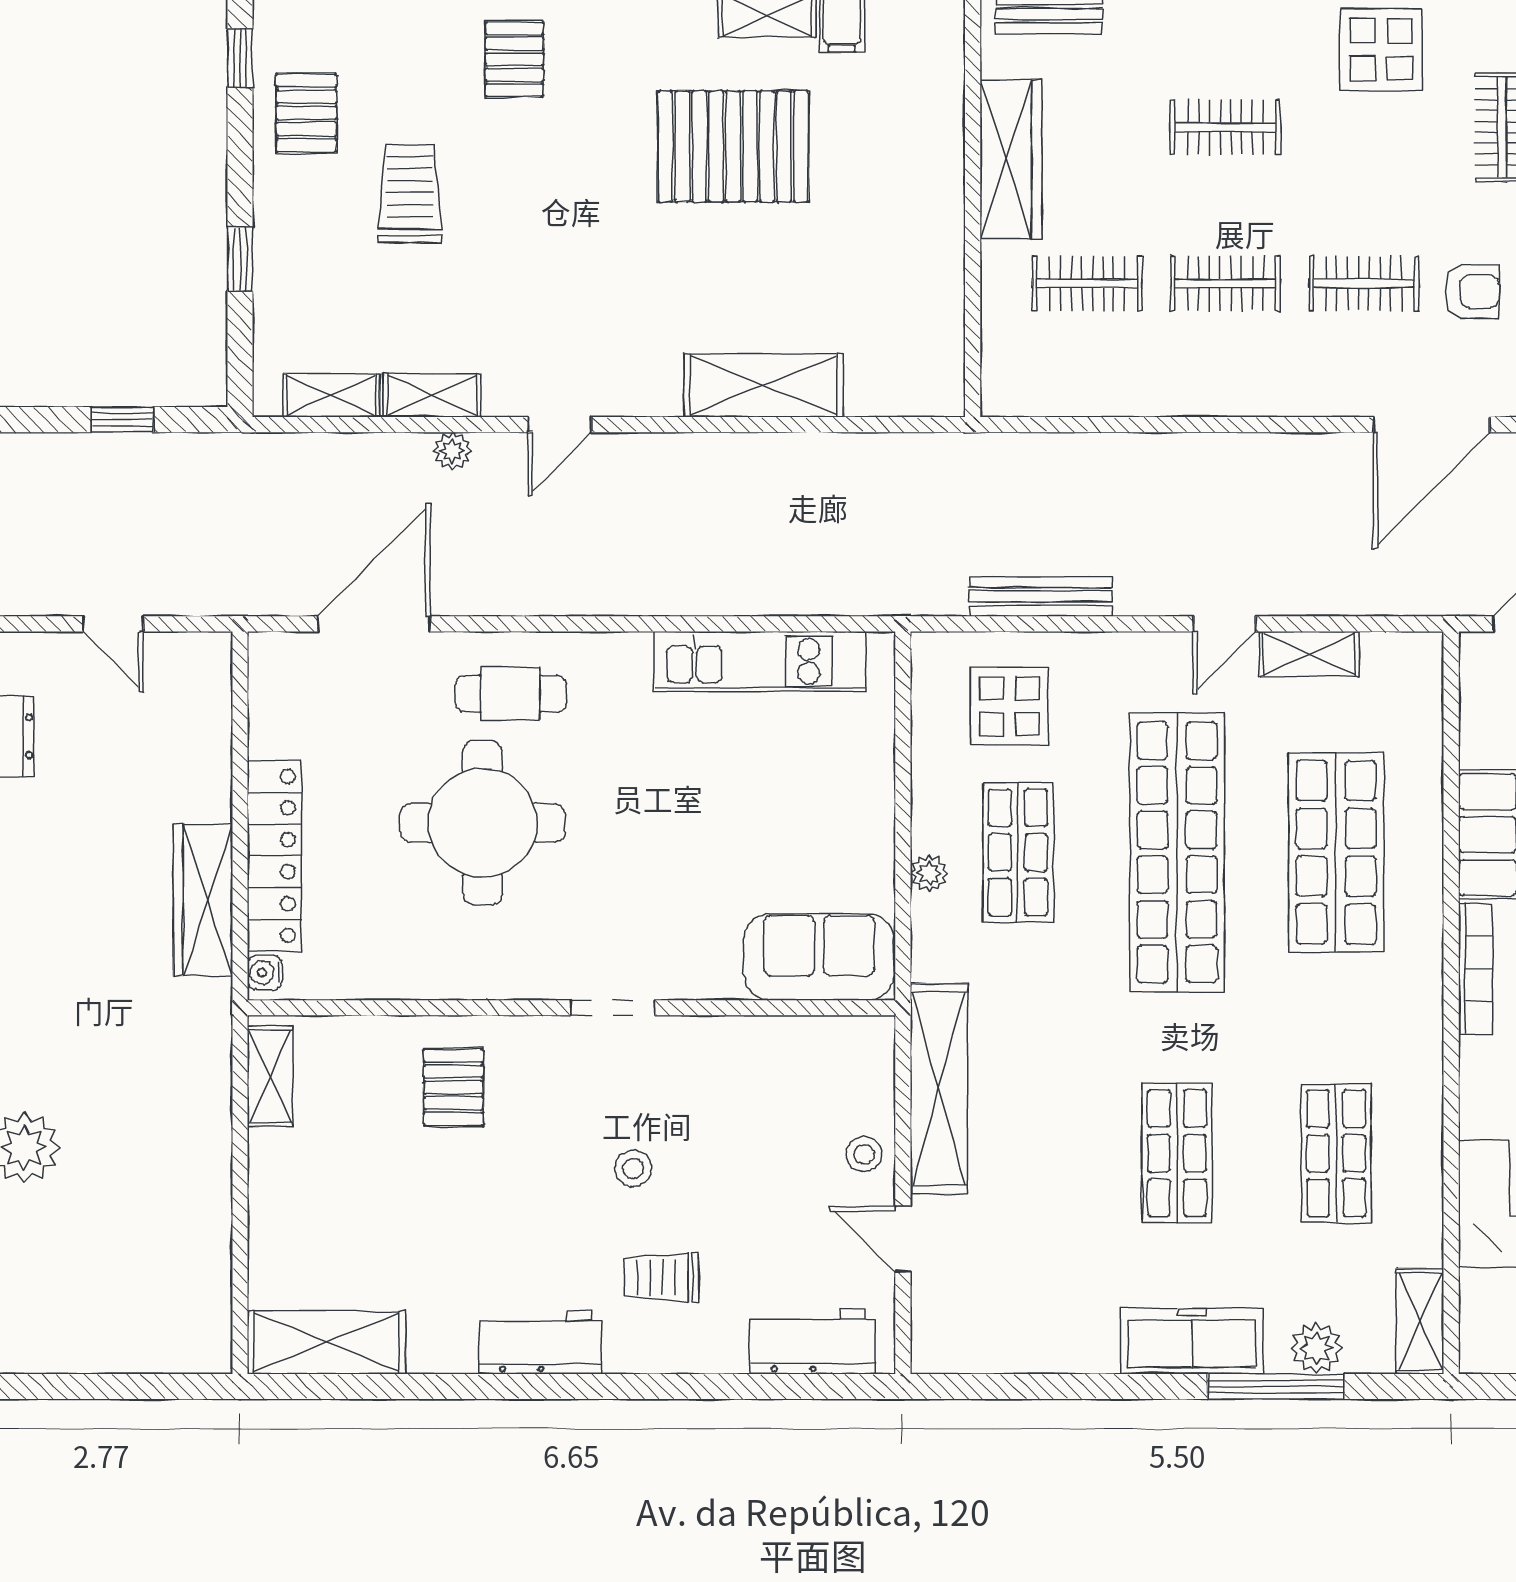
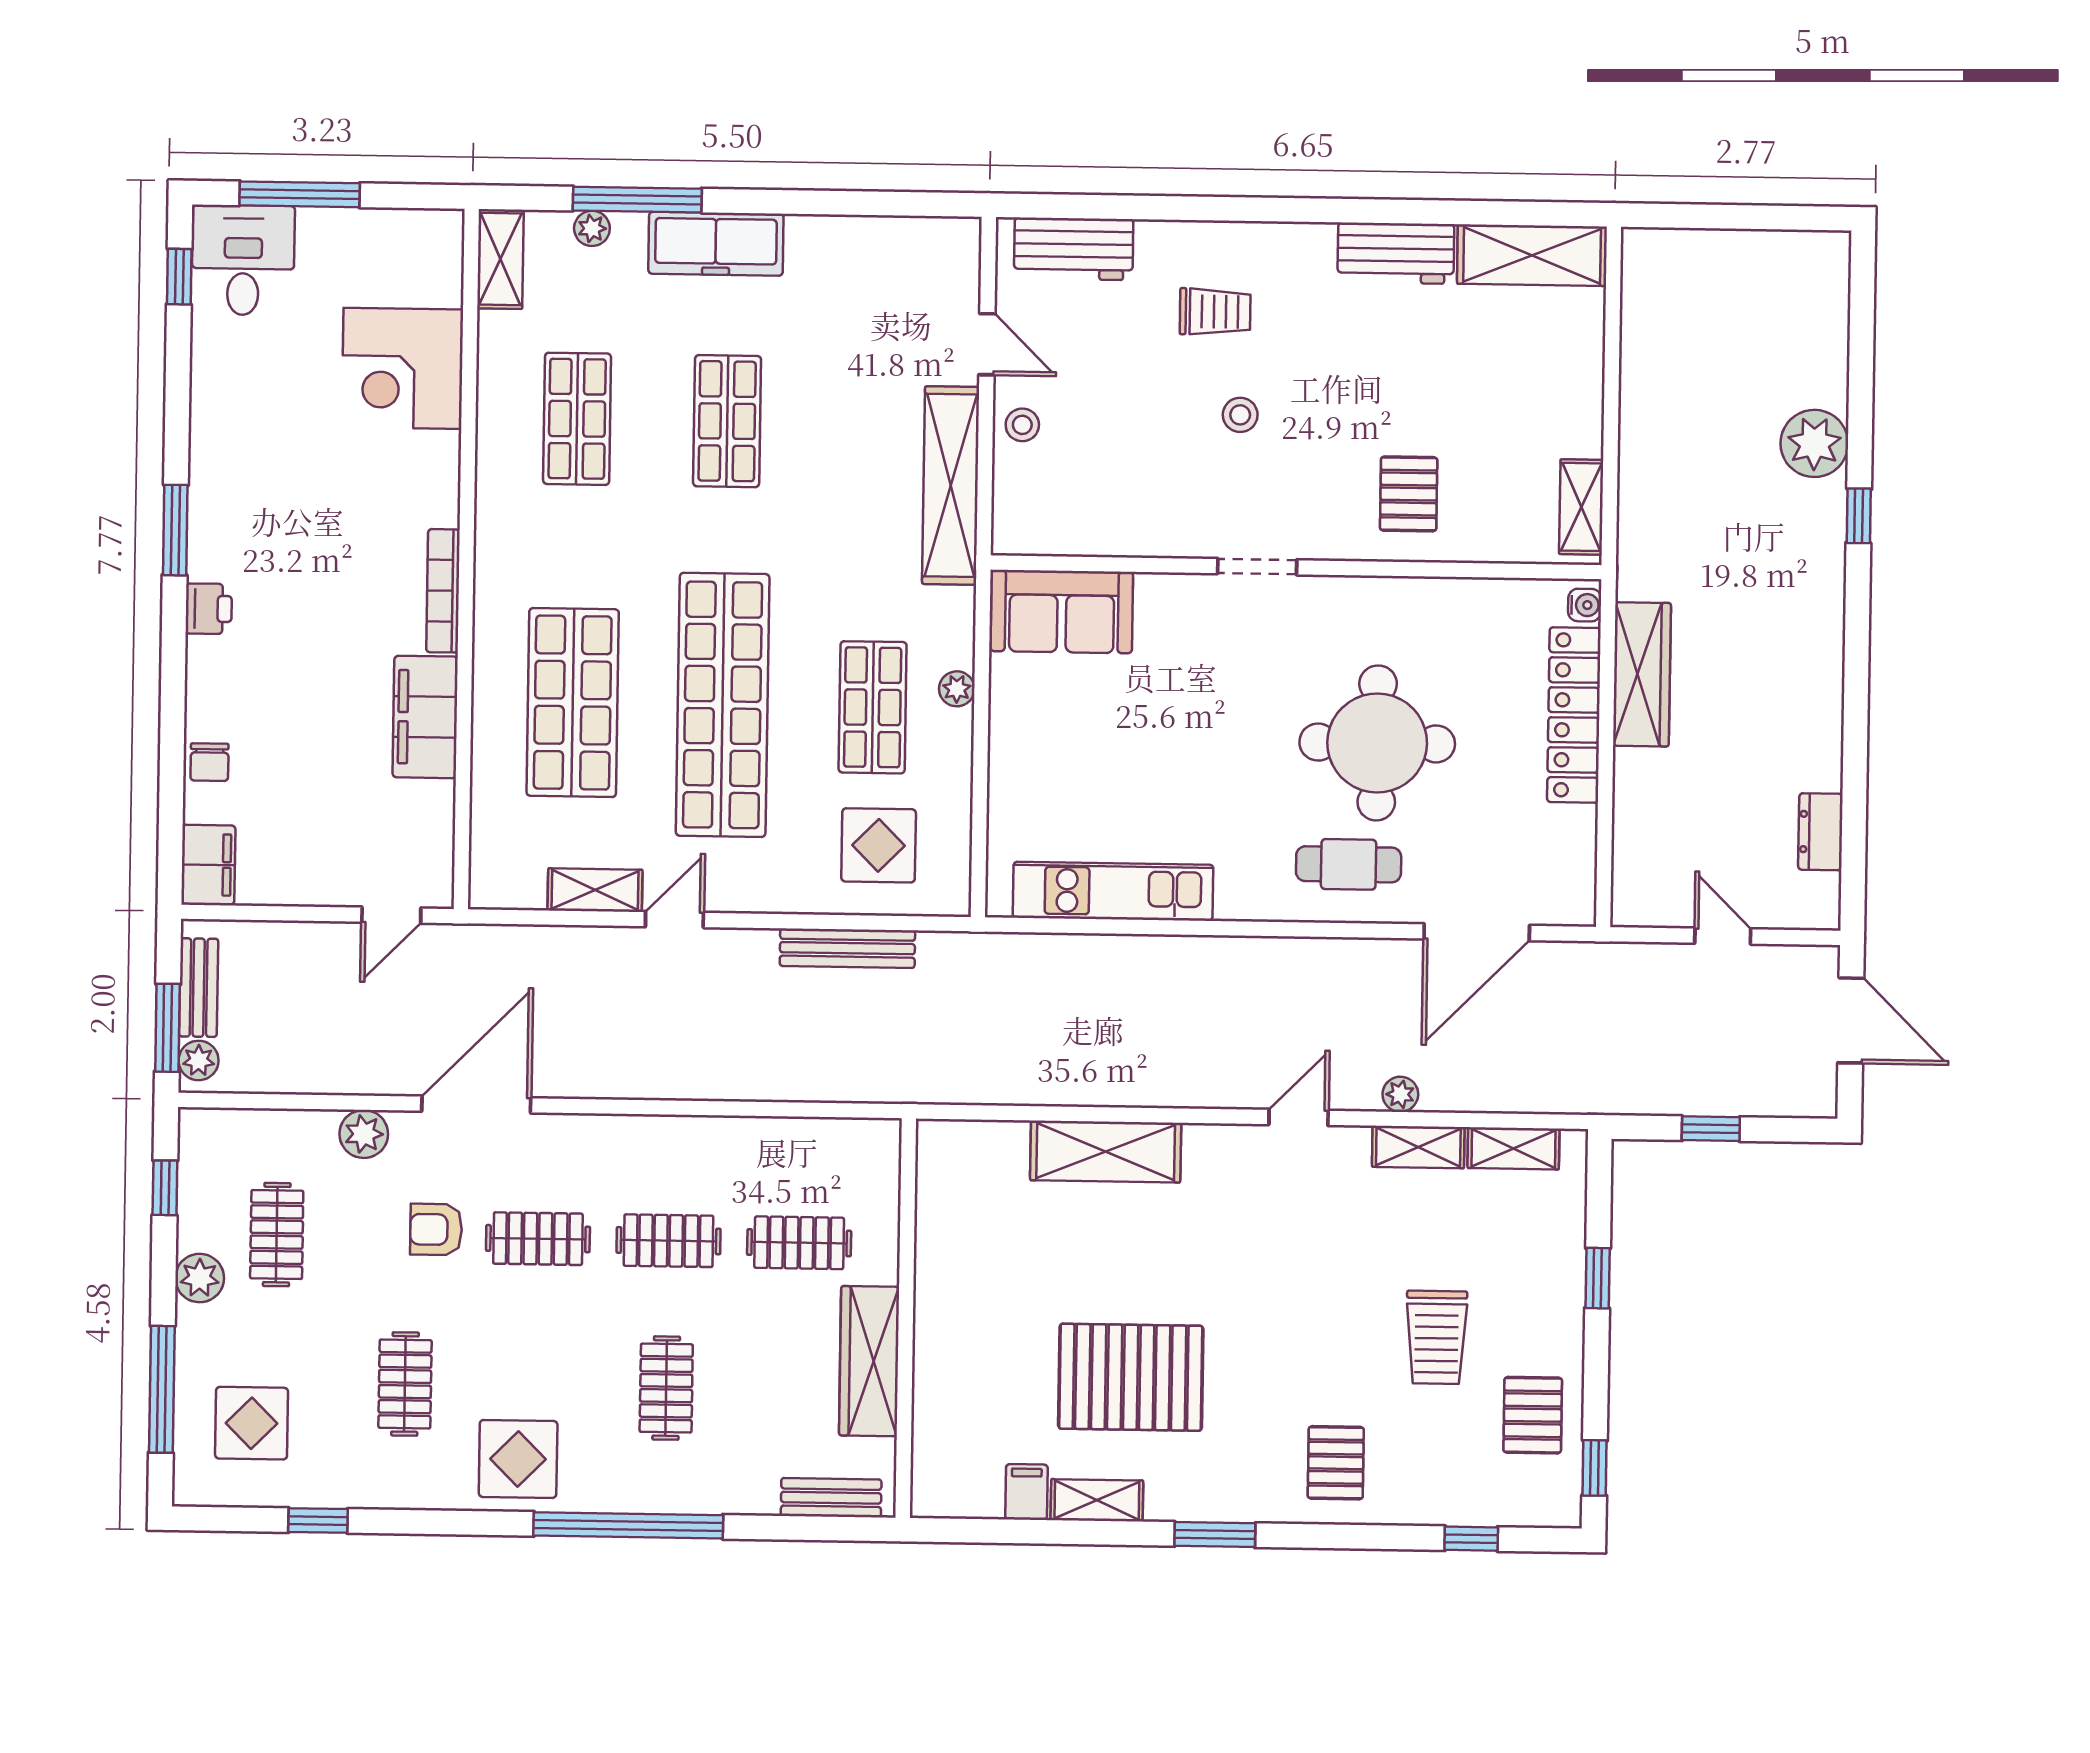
clothes rail: (1225, 127) -> (666, 1388), turned 90
workbench: (540, 1342) -> (1396, 253), moved
plant: (1316, 1348) -> (592, 228), width x0.73, depth x0.73

